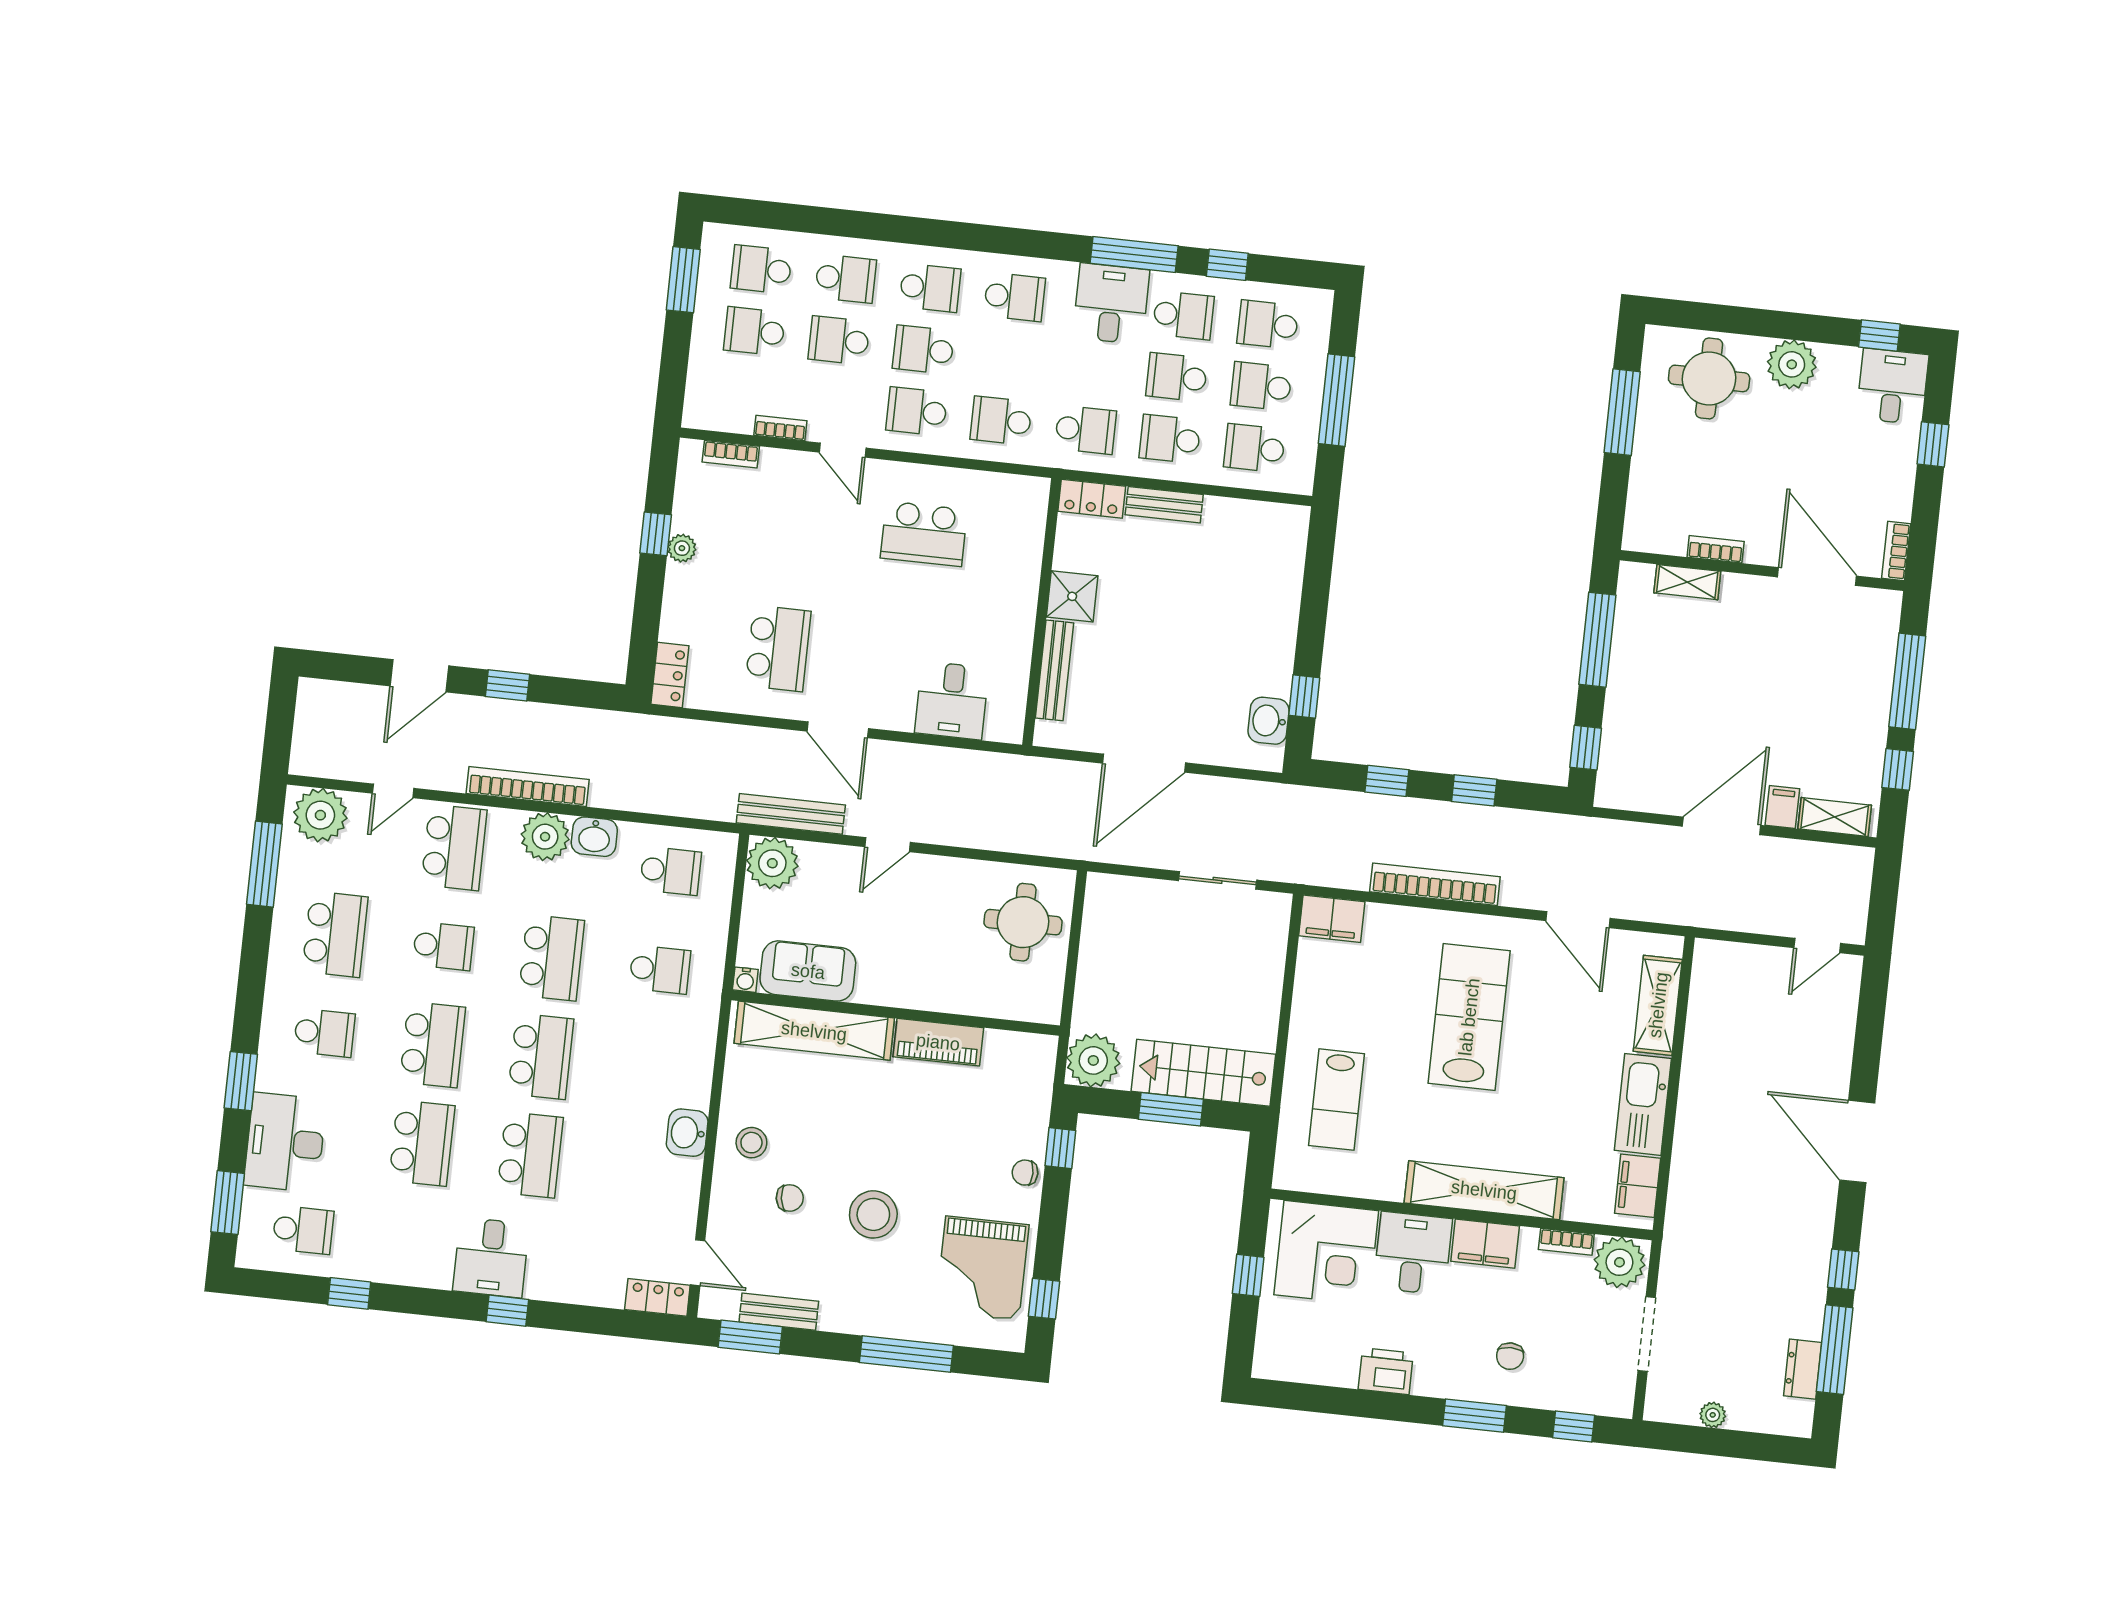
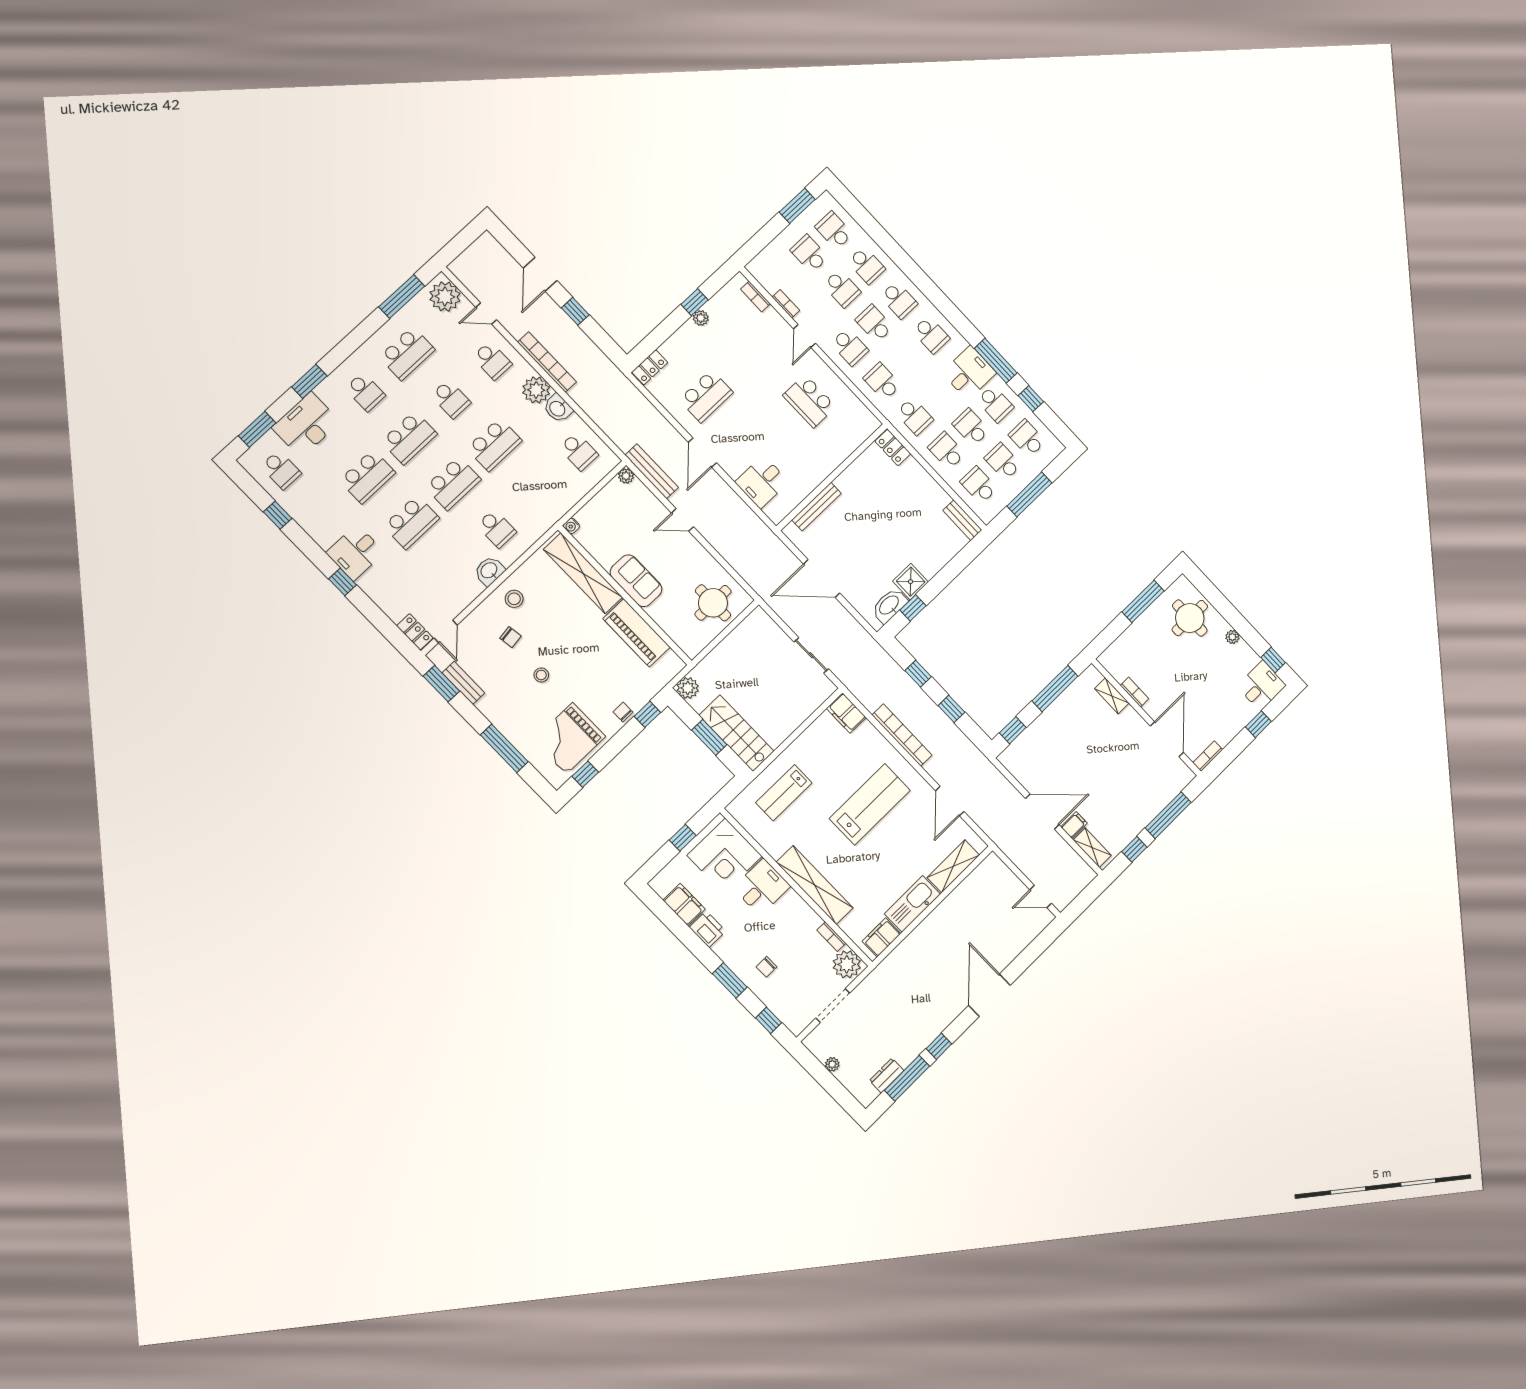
school desk: (839, 340) -> (842, 289), turned 180
plant: (1792, 364) -> (1232, 637), width x0.53, depth x0.53
school desk: (917, 411) -> (850, 347), turned 180
bench: (1164, 505) -> (962, 520), moved
shower: (1072, 596) -> (911, 582), moved
door: (419, 676) -> (540, 274), hinge flipped
washbasin: (1269, 721) -> (889, 605), width x1.38
school desk: (454, 847) -> (492, 361), width x0.54
plant: (772, 863) -> (626, 476), width x0.53, depth x0.53
school desk: (660, 969) -> (497, 529), moved
sofa: (808, 971) -> (636, 581), moved
piano: (938, 1042) -> (636, 633), width x1.37, depth x1.33
plant: (1093, 1060) -> (688, 688), width x0.73, depth x0.73
stool: (873, 1214) -> (541, 675), width x0.53, depth x0.53
filing cabinet: (1485, 1244) -> (684, 905), moved, turned 180

